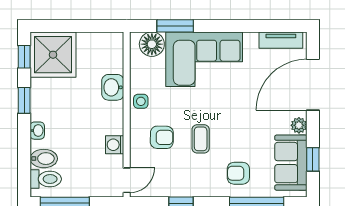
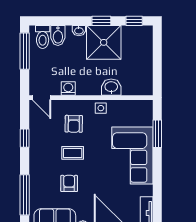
floor lamp: (152, 44) -> (144, 116), removed
shower: (53, 55) -> (104, 42), moved
armchair: (238, 173) -> (69, 183), moved

